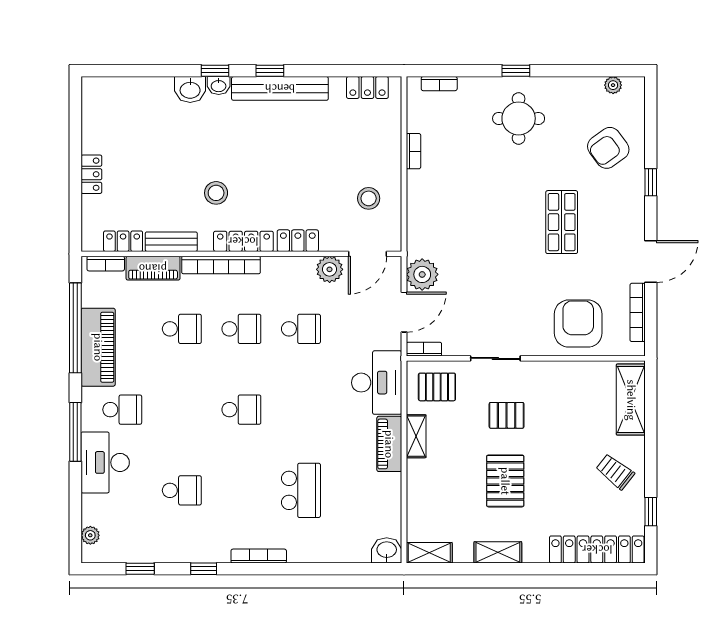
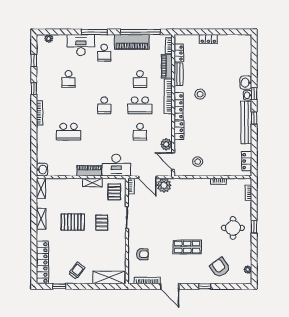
armchair: (578, 324) -> (142, 254), width x0.53, depth x0.53
school desk: (241, 329) -> (140, 105), width x1.85

